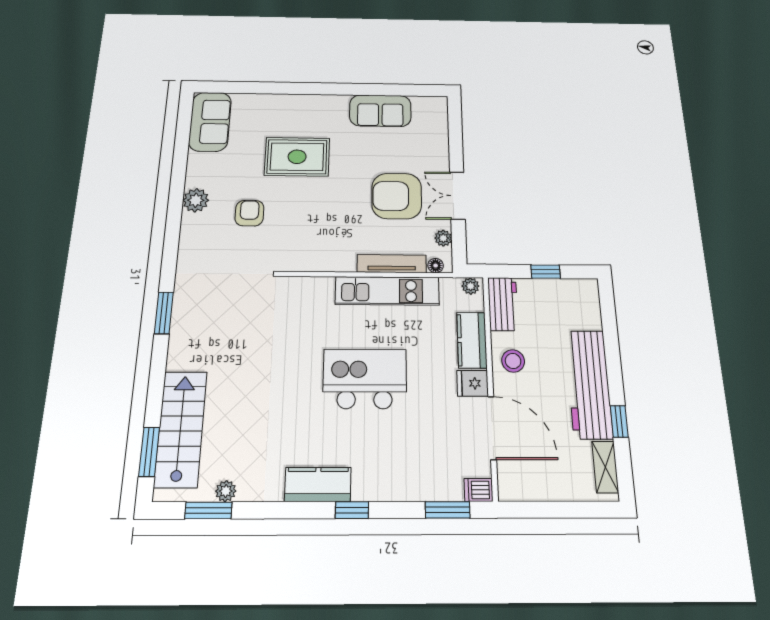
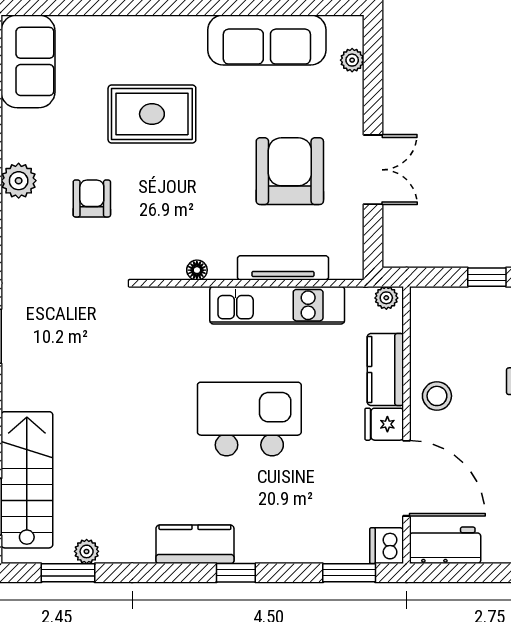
sofa: (380, 111) -> (267, 40), width x1.36
armchair: (397, 196) -> (290, 171), turned 90
double door: (457, 196) -> (373, 170), swing flipped
plant: (443, 238) -> (352, 60), moved
floor lamp: (436, 266) -> (197, 270), moved
workbench: (503, 304) -> (445, 545), moved, turned -90
dishwasher: (478, 490) -> (387, 546), width x1.38

